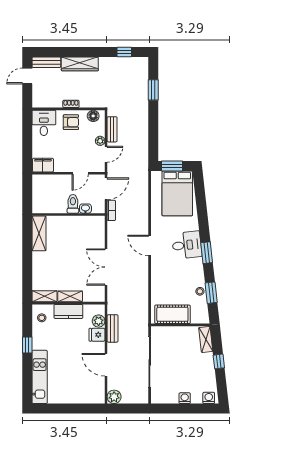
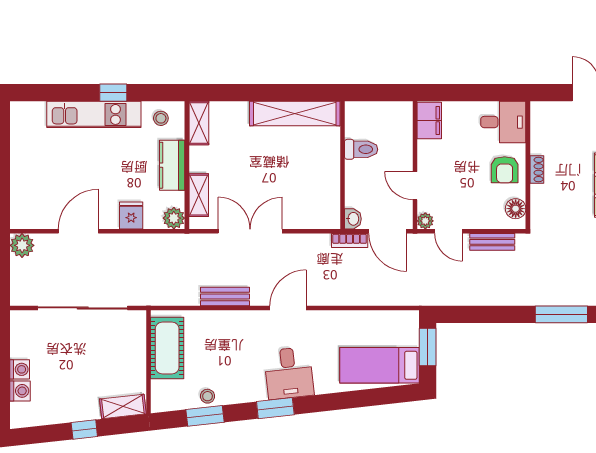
window: (153, 90) -> (561, 314), width x1.44
plant: (100, 141) -> (425, 221), moved
bed: (177, 193) -> (380, 365), width x0.67
toilet: (73, 204) -> (361, 149), moved
washbasin: (85, 209) -> (353, 219), moved
shelving: (39, 233) -> (295, 113), width x1.47
shelving: (70, 296) -> (199, 195), moved
plant: (99, 321) -> (174, 218), moved
bench: (113, 328) -> (225, 296), moved
kitchen unit: (40, 377) -> (94, 114), moved
washing machine: (209, 398) -> (20, 391), moved

